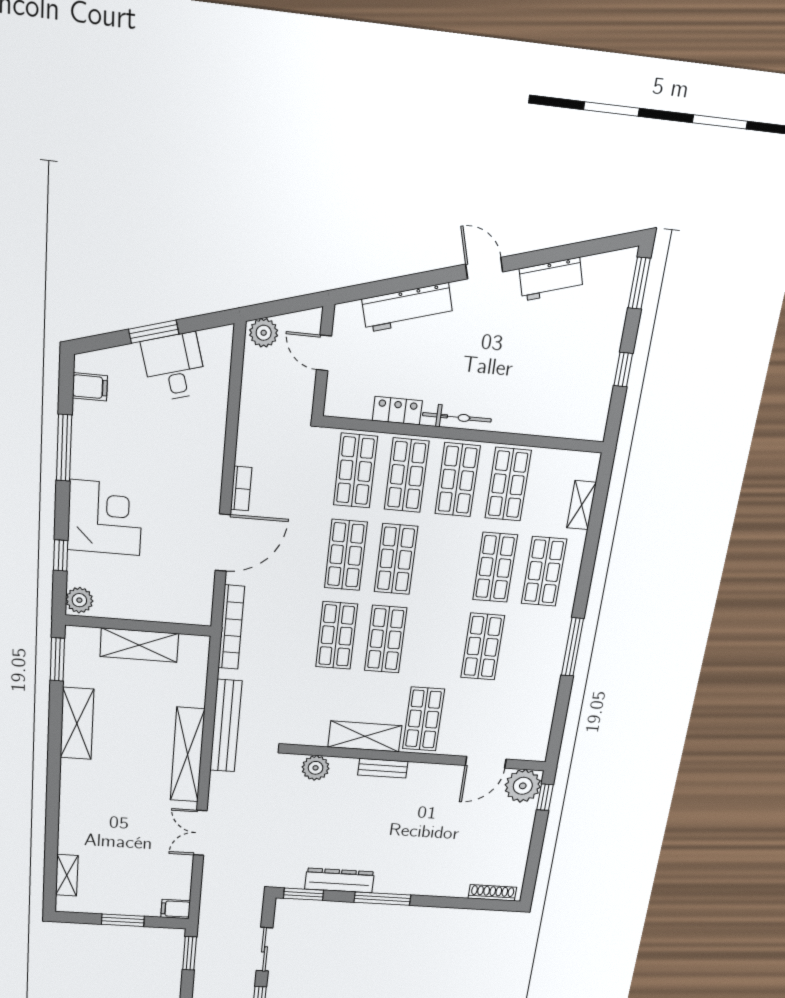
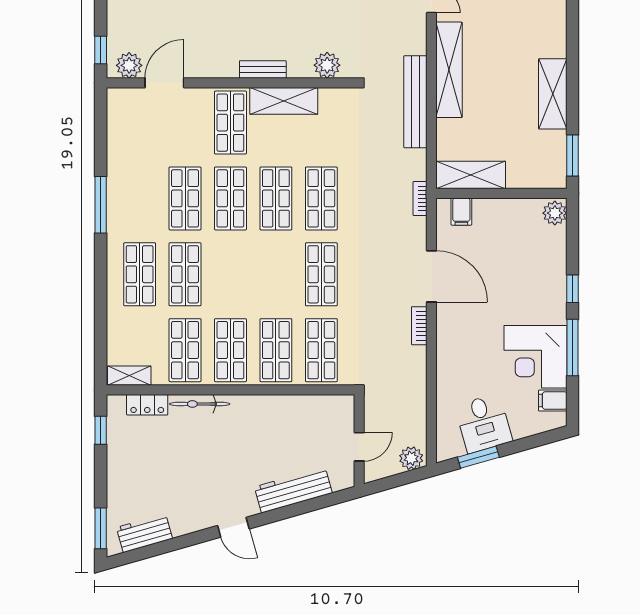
workbench: (551, 279) -> (144, 533), moved
window: (154, 332) -> (478, 457), moved
door: (324, 353) -> (359, 447), hinge flipped
window: (623, 370) -> (101, 430), moved
locker: (397, 411) -> (147, 405), moved
bicycle: (457, 417) -> (200, 404), moved
shelving: (581, 505) -> (129, 376), moved, turned 90
corner desk: (105, 518) -> (535, 357), moved
door: (223, 543) -> (431, 276), swing flipped
window: (61, 555) -> (573, 289), moved
shop shelf: (396, 559) -> (230, 198), moved
filing cabinet: (184, 610) -> (461, 212), added
bookcase: (231, 627) -> (420, 199), width x0.43, depth x0.76
shelving: (139, 645) -> (471, 175), moved
plant: (523, 786) -> (129, 65), width x0.73, depth x0.73

